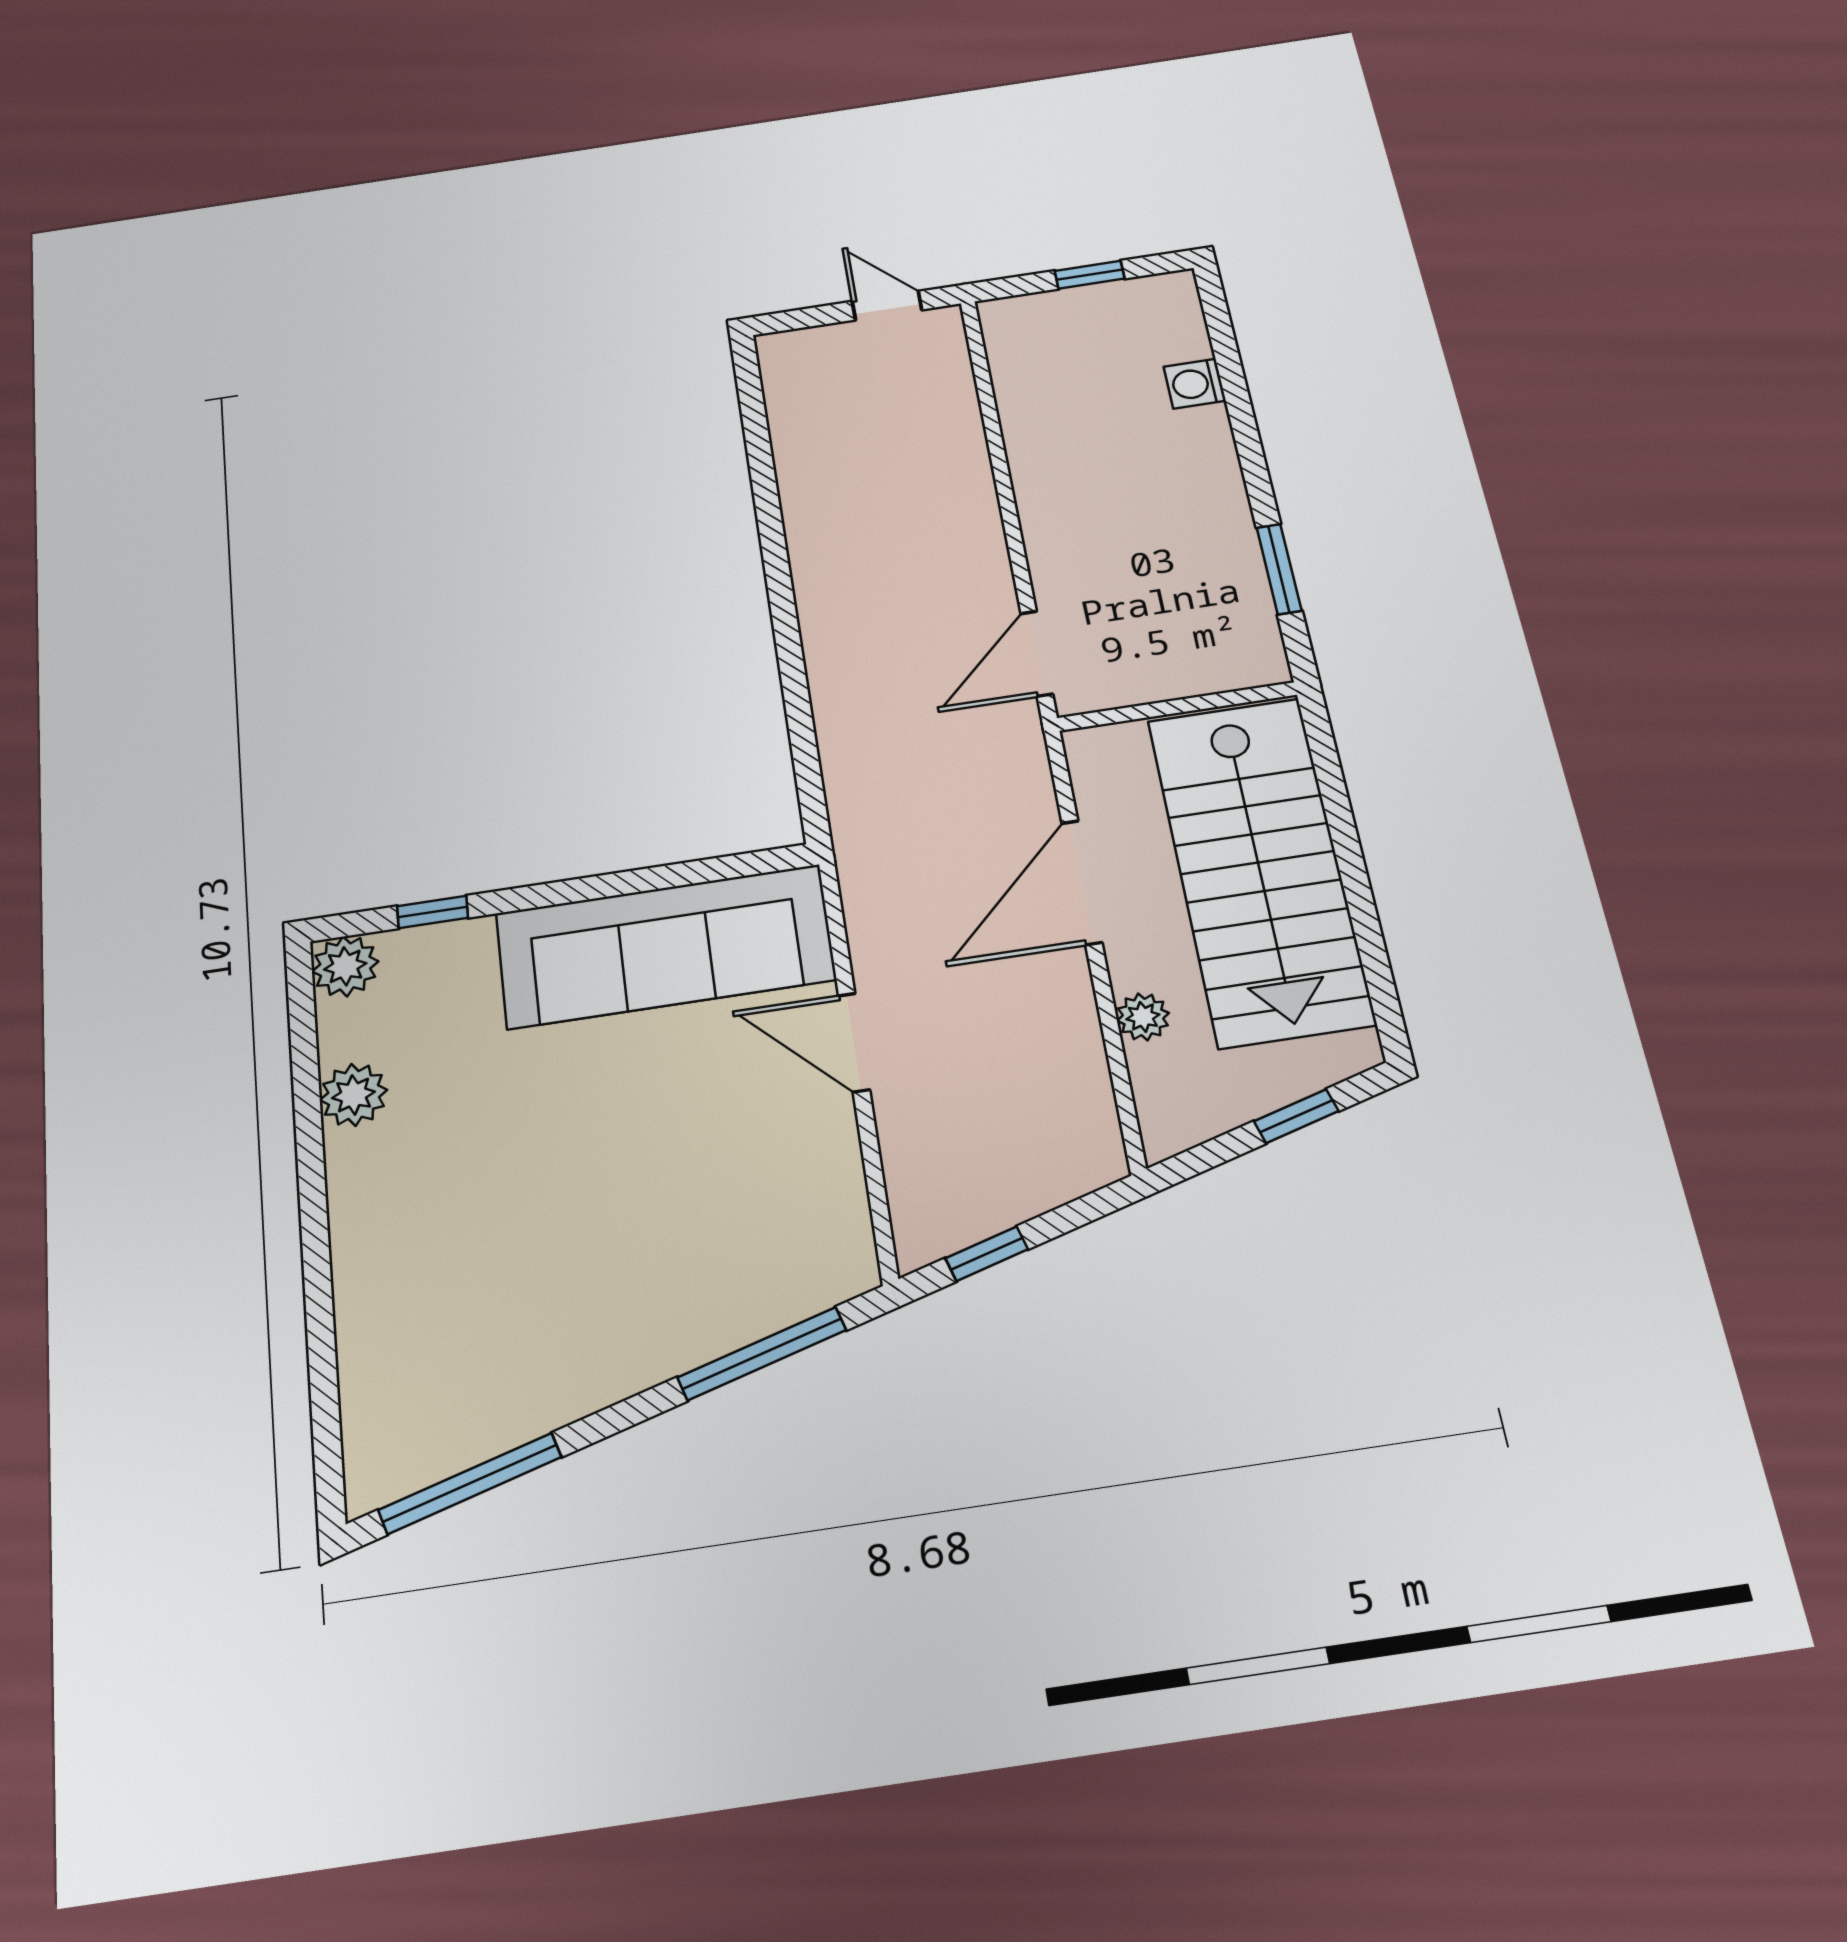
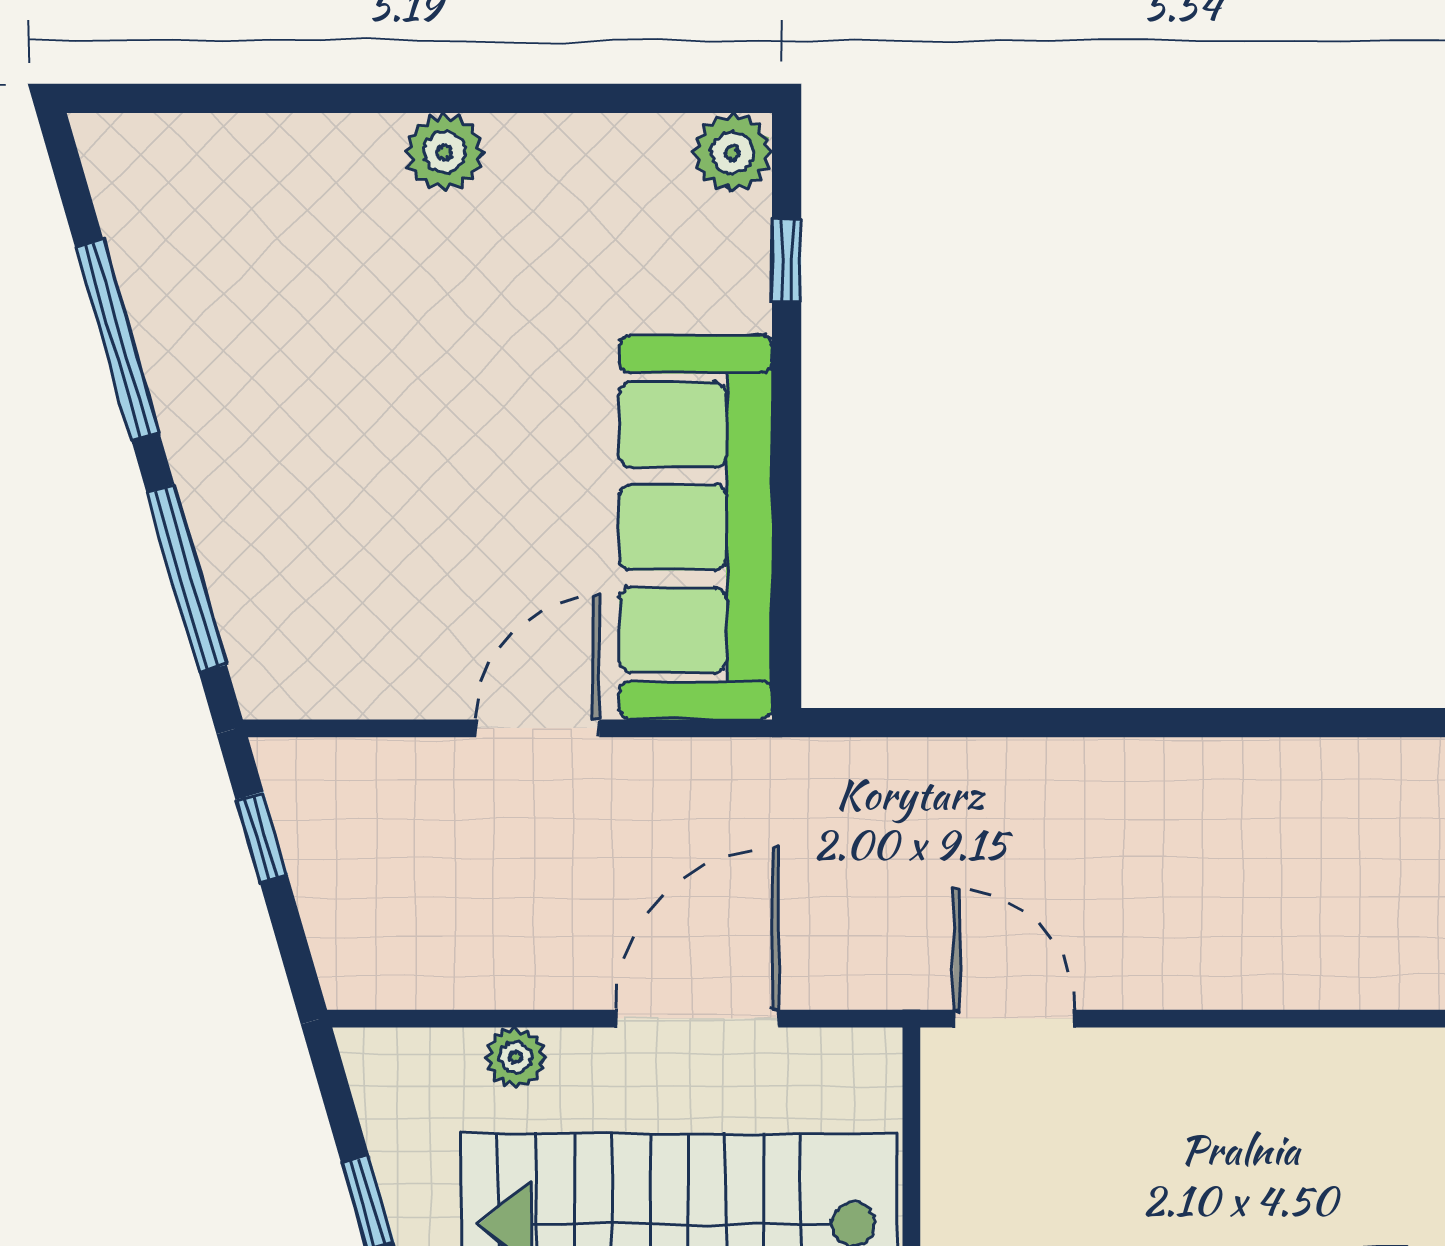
door: (1082, 882) -> (697, 1019), hinge flipped
plant: (354, 1095) -> (444, 152), moved
window: (470, 1483) -> (117, 340), moved

